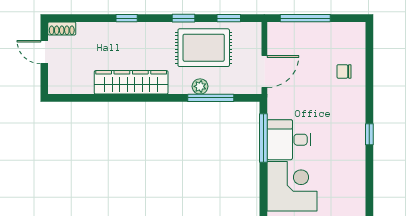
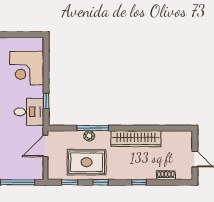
shoe rack: (62, 29) -> (166, 175), moved
window: (211, 98) -> (93, 128), moved
window: (263, 138) -> (46, 101), width x0.46
desk: (289, 140) -> (29, 112), moved

